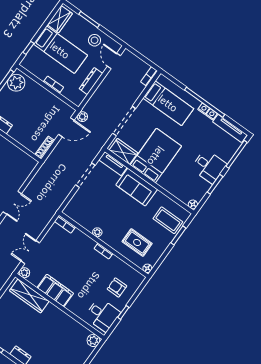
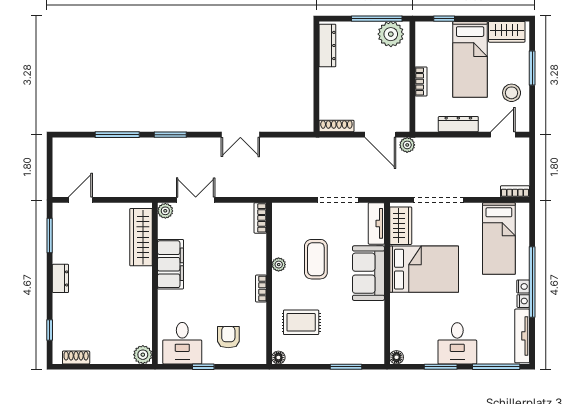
coffee table: (168, 220) -> (316, 259), moved
rug: (137, 242) -> (301, 322), turned 90

